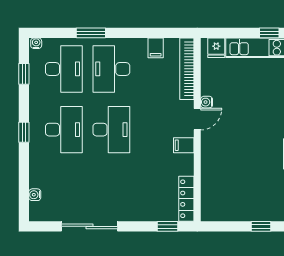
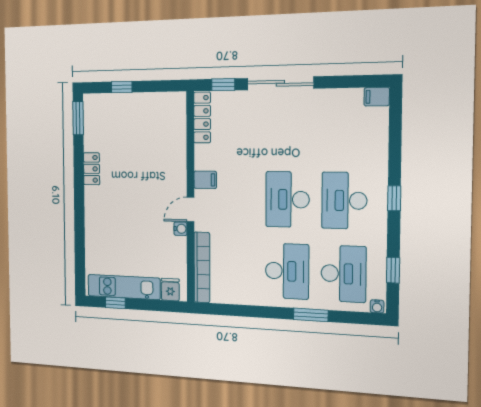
filing cabinet: (156, 48) -> (377, 97), moved, turned -90
desk: (64, 69) -> (343, 274), turned 180
water cooler: (35, 195) -> (381, 121), removed
sliding door: (90, 226) -> (280, 83), moved

